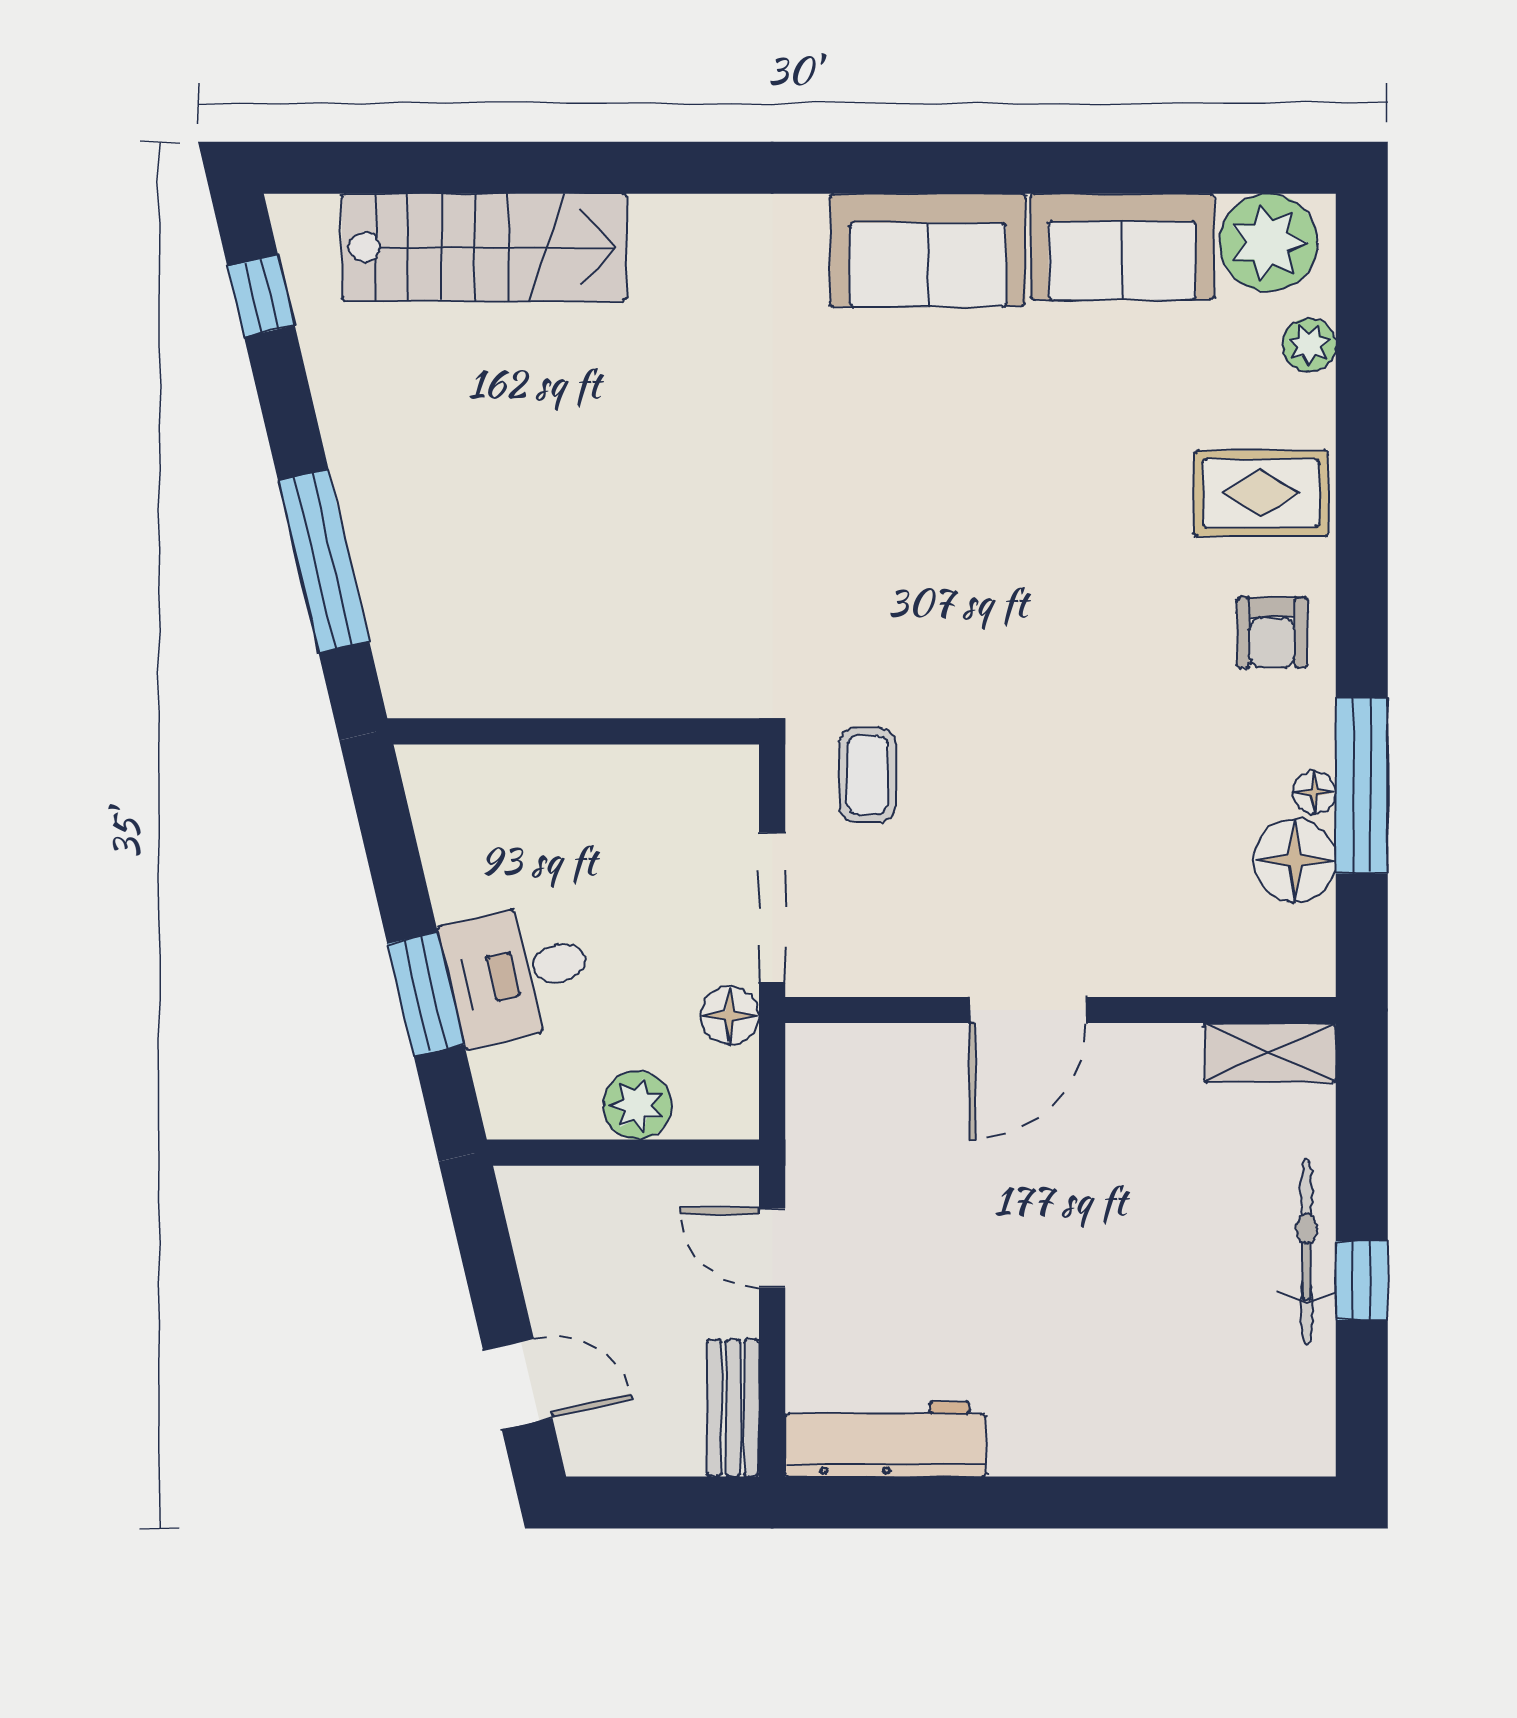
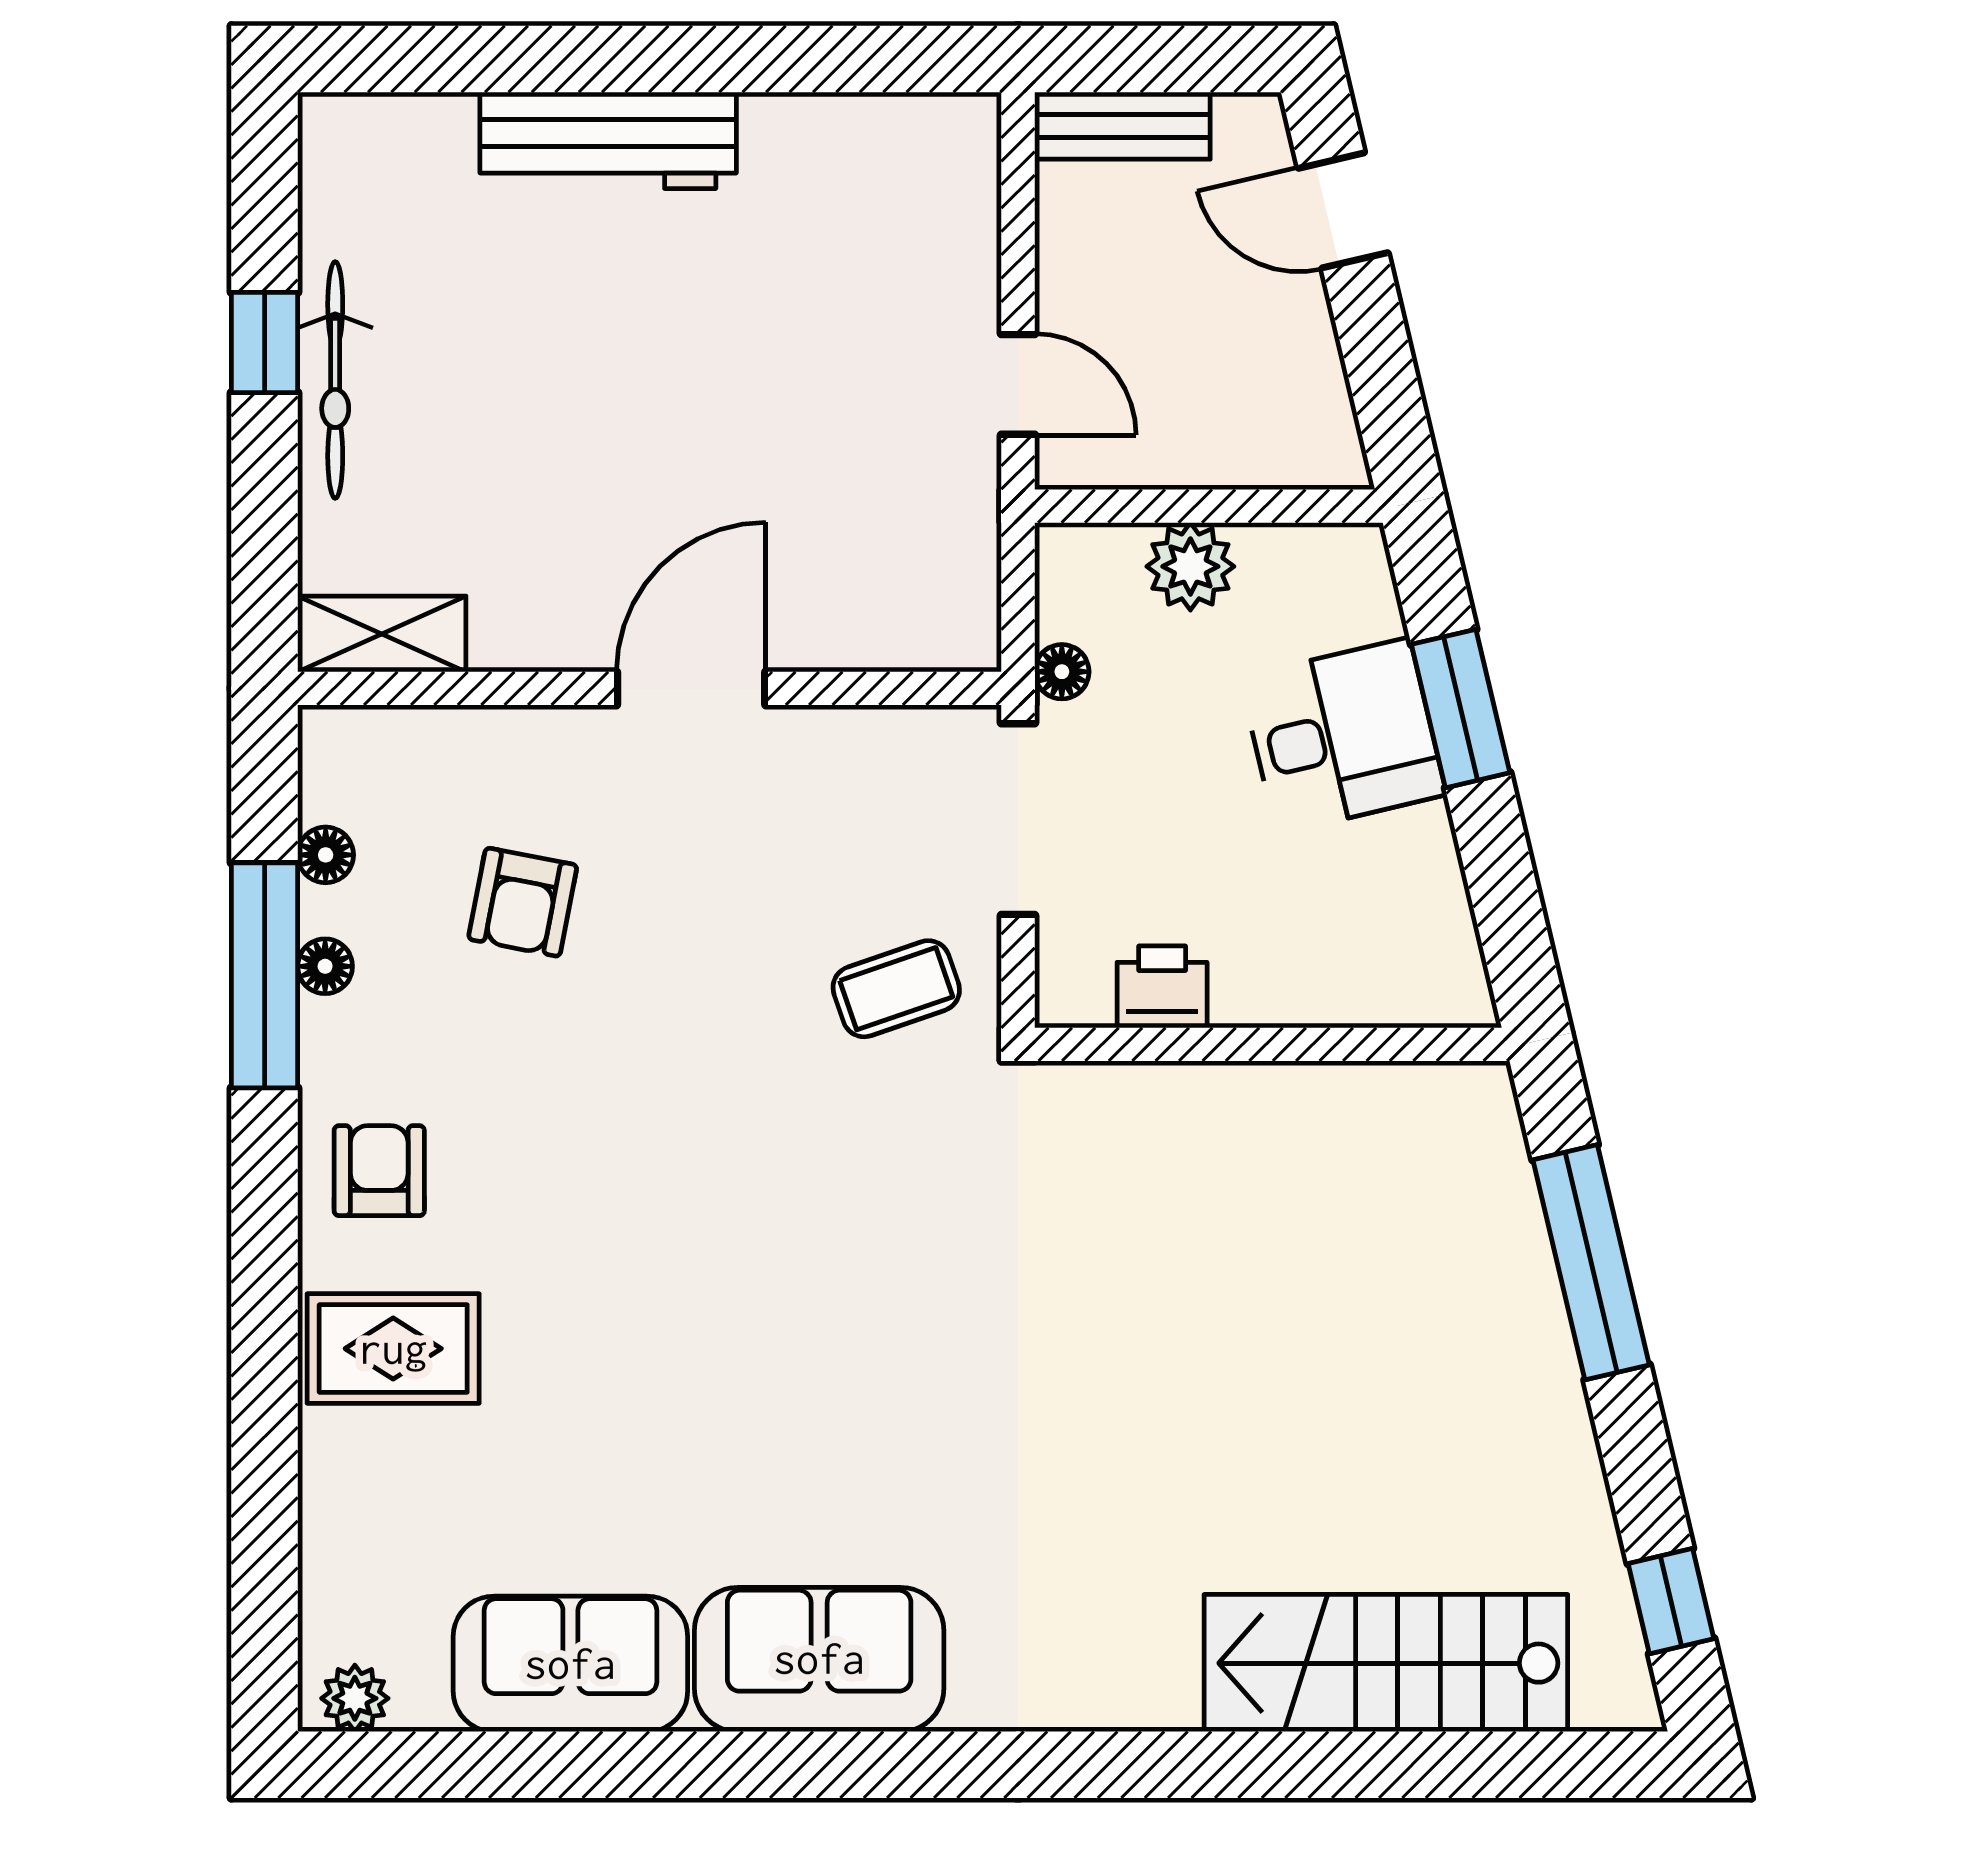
plant: (1268, 243) -> (355, 1698), width x0.53, depth x0.53
plant: (1309, 345) -> (332, 1538), removed
coffee table: (867, 775) -> (896, 989), turned 71
printer: (659, 776) -> (1162, 987), added
armchair: (1160, 843) -> (523, 902), added
floor lamp: (1295, 860) -> (326, 855), width x0.53, depth x0.53
floor lamp: (730, 1015) -> (1062, 672), width x0.73, depth x0.73
bench: (733, 1408) -> (1122, 126), moved, turned 90
workbench: (885, 1439) -> (608, 140), moved

